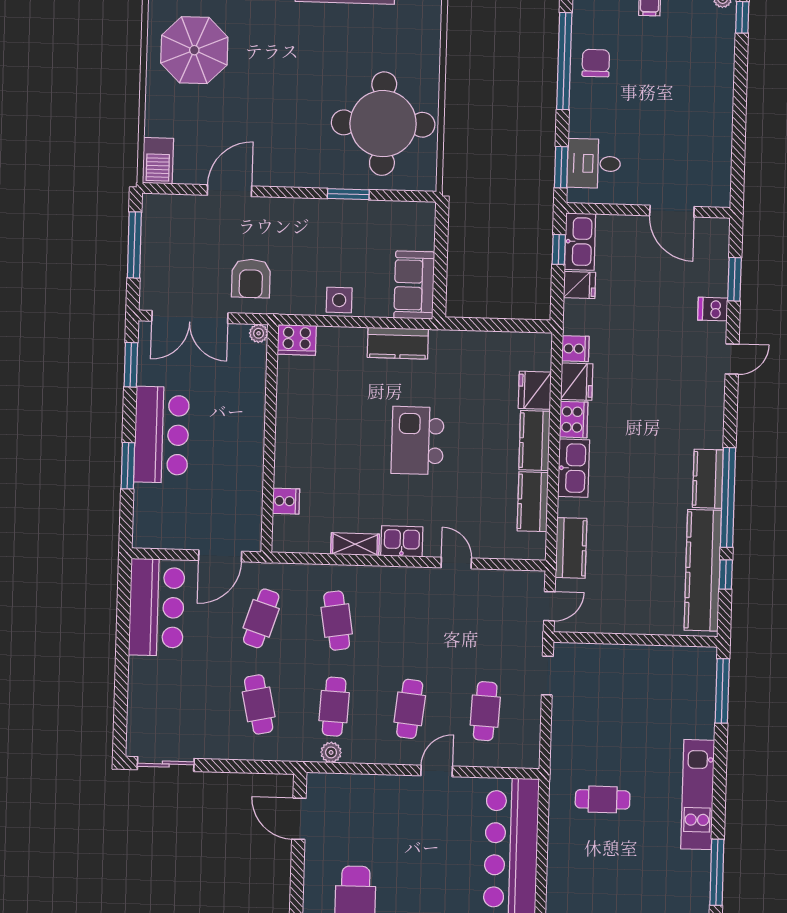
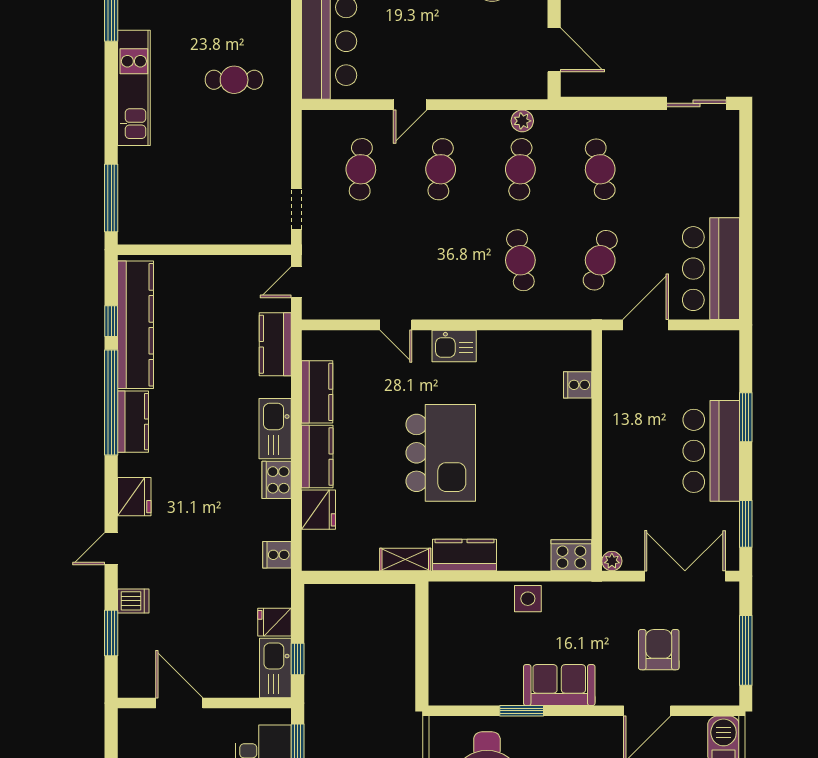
armchair: (251, 278) -> (659, 650), moved
sofa: (414, 285) -> (559, 685), moved, turned -90
fridge: (577, 382) -> (134, 497), moved, turned 180
kitchen island: (418, 441) -> (441, 453), width x1.37, depth x1.28
shelving: (355, 544) -> (405, 560), moved

